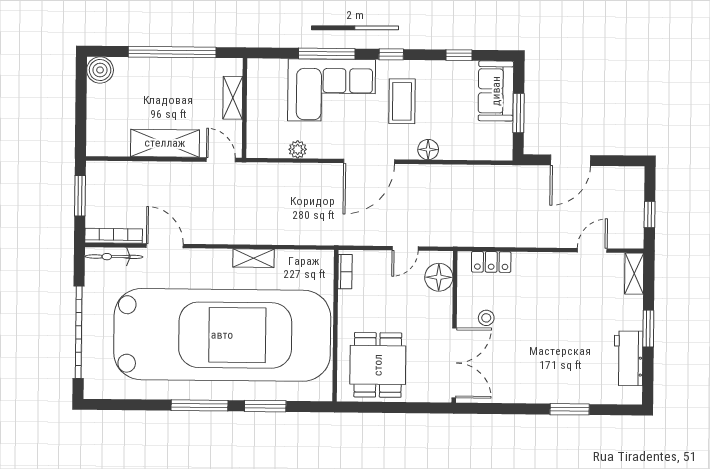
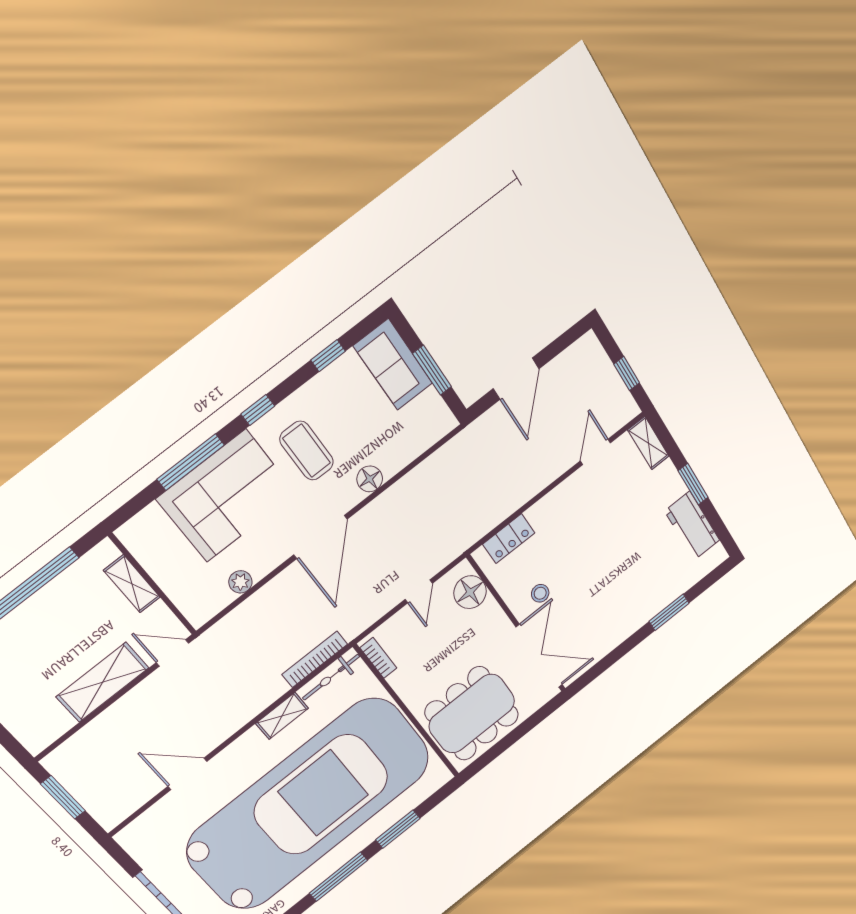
bookcase: (114, 236) -> (315, 659), moved
bicycle: (114, 257) -> (331, 677), moved
dining table: (378, 365) -> (472, 714), width x1.38

